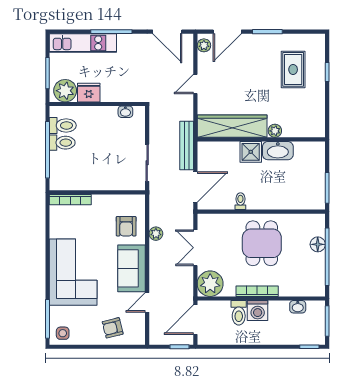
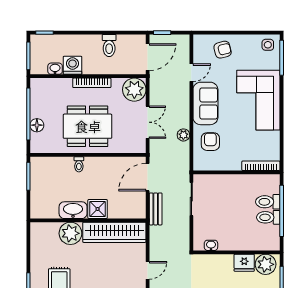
toilet: (63, 125) -> (268, 202), moved
plant: (275, 131) -> (70, 233), width x1.87, depth x1.87
bench: (187, 145) -> (156, 209), width x0.73
toilet: (240, 201) -> (79, 164), moved
dining table: (262, 243) -> (88, 126), width x1.37
washing machine: (258, 311) -> (73, 65), moved
toilet: (239, 313) -> (109, 46), moved, turned 180

